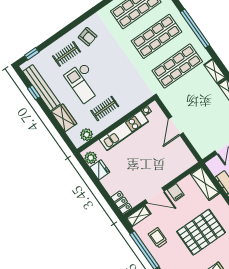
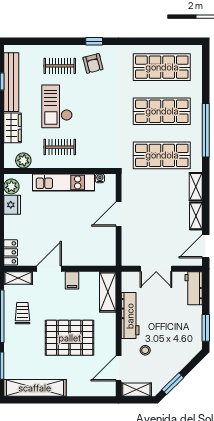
window: (32, 54) -> (94, 41), moved
door: (155, 195) -> (49, 269), swing flipped

